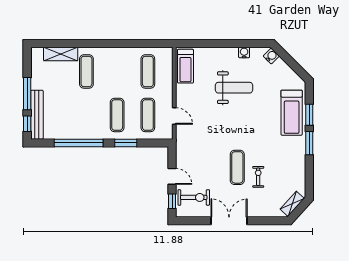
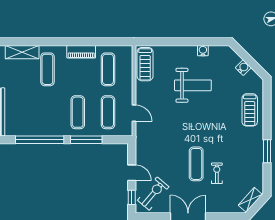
piano: (121, 54) -> (81, 52), added
water cooler: (271, 56) -> (243, 68), moved
treadmill: (292, 113) -> (250, 110), width x0.73, depth x0.73
window: (309, 115) -> (267, 112), removed
window: (126, 143) -> (86, 140), width x1.44
window: (309, 143) -> (267, 151), moved
exercise bike: (194, 197) -> (153, 194), turned -50

